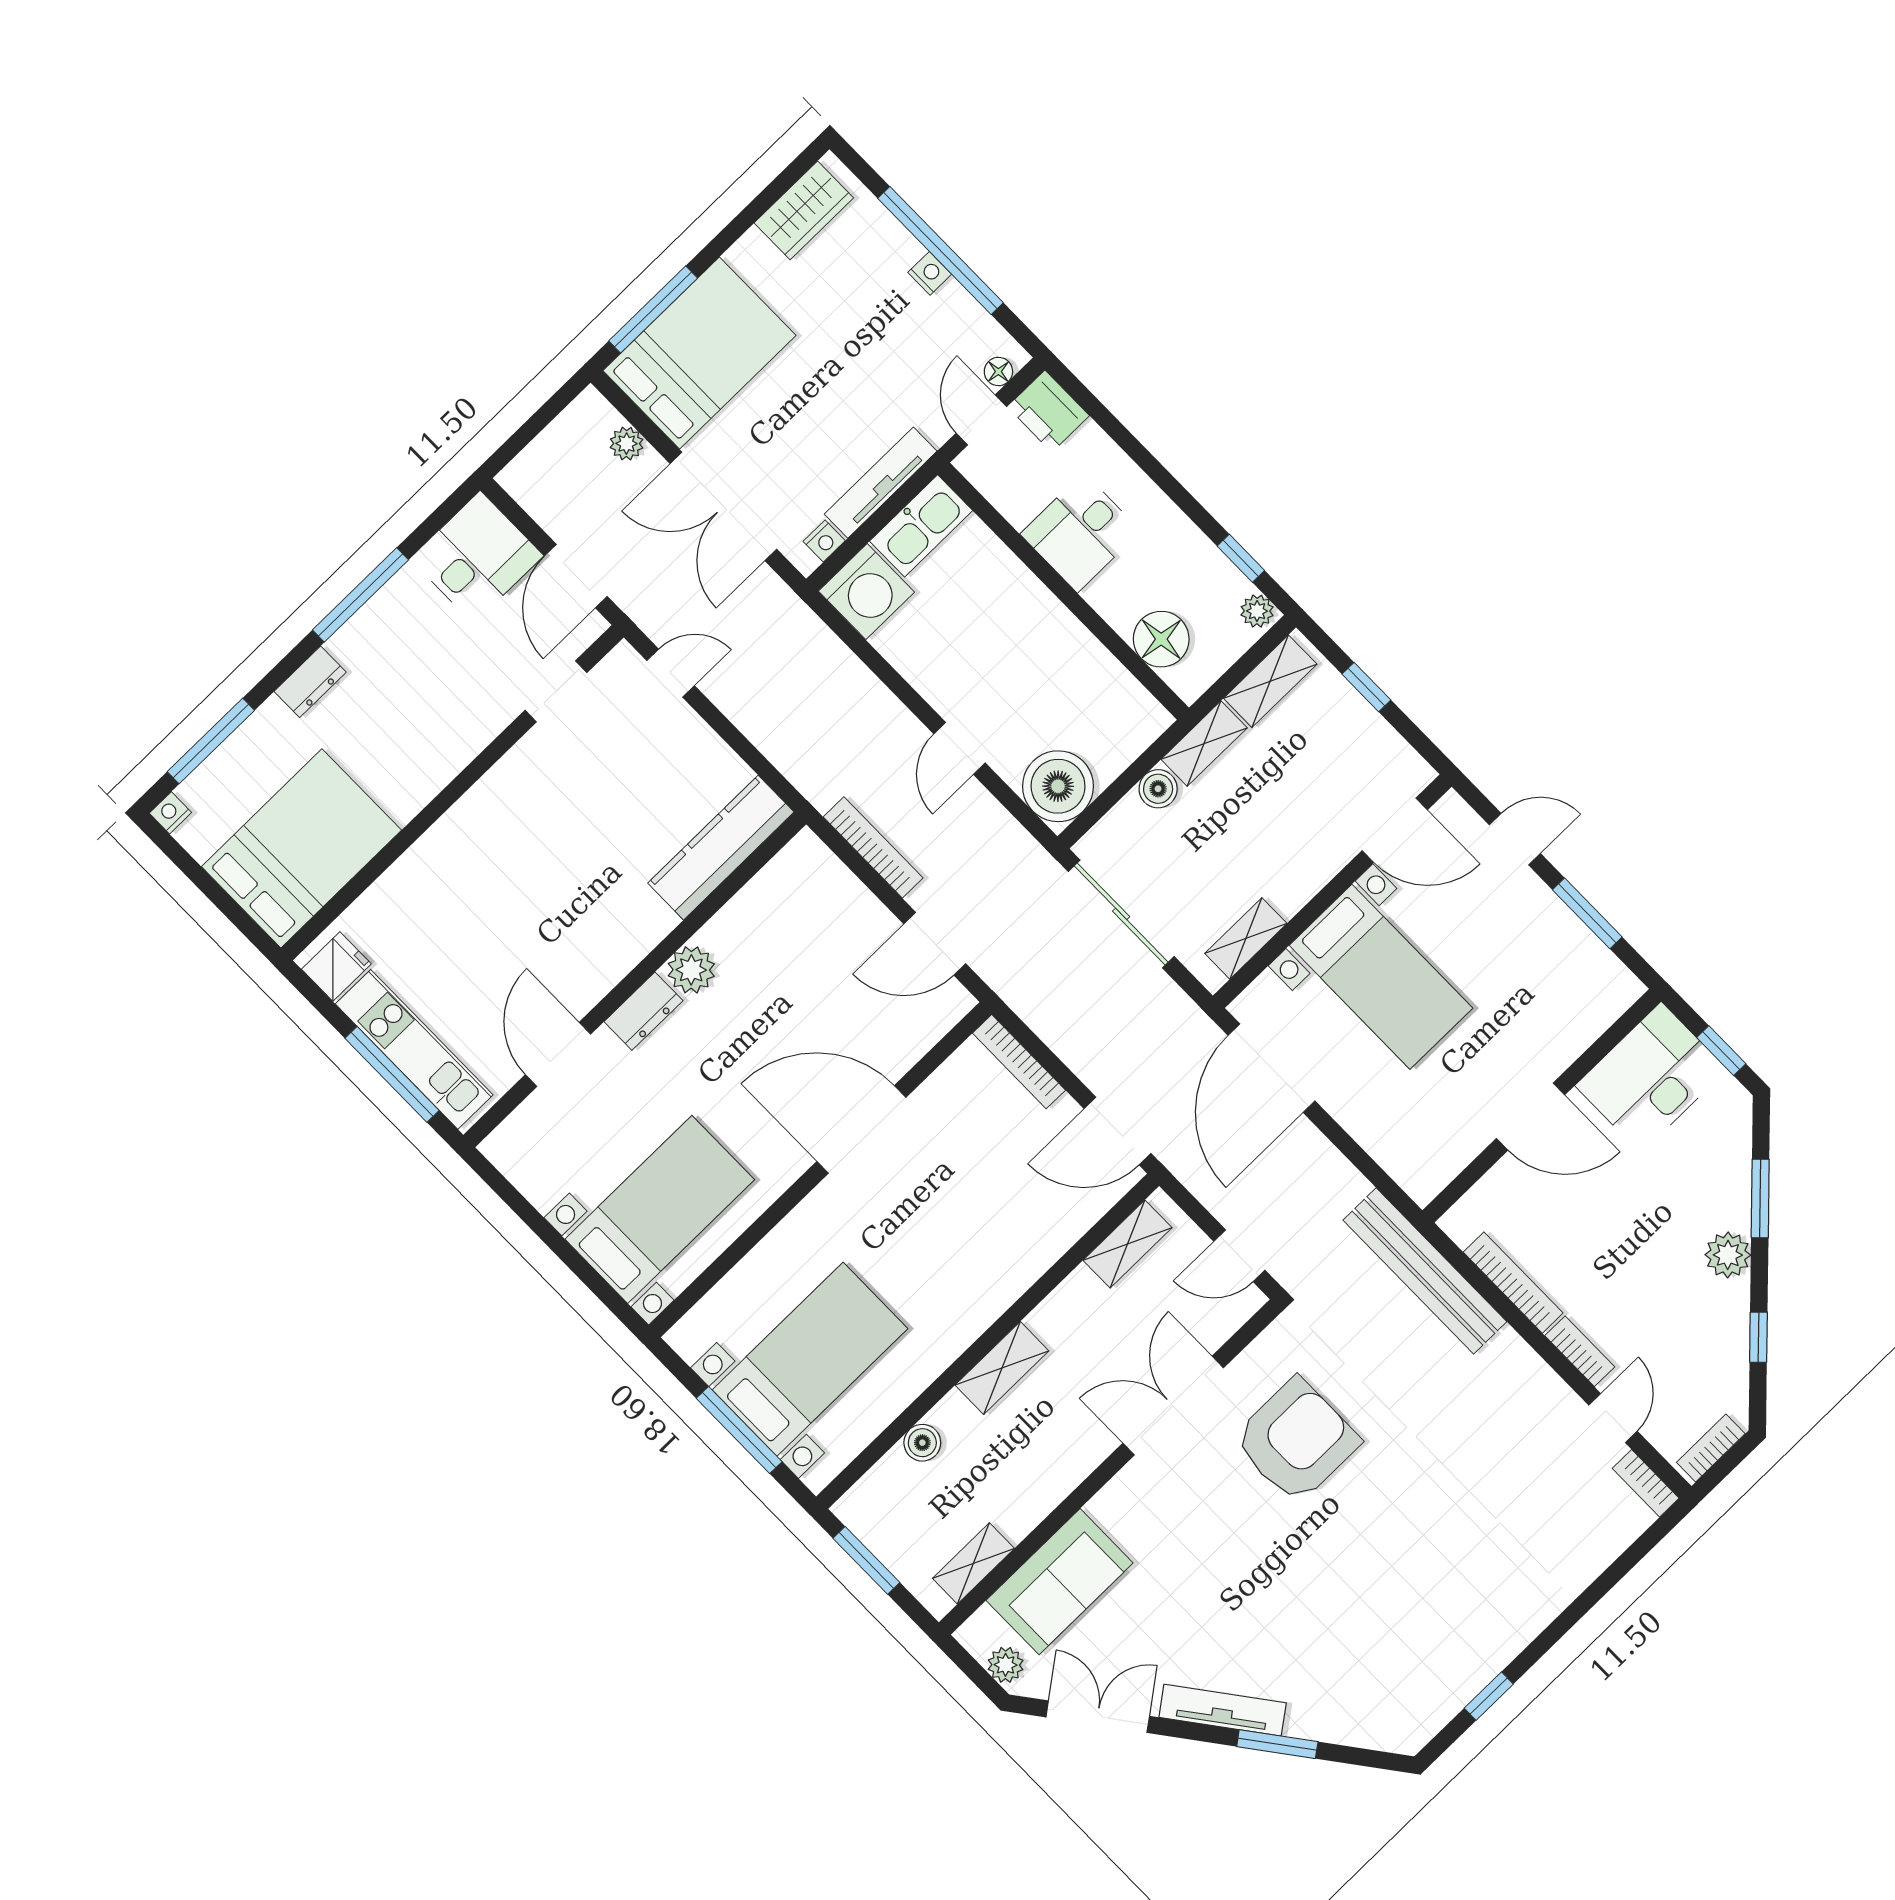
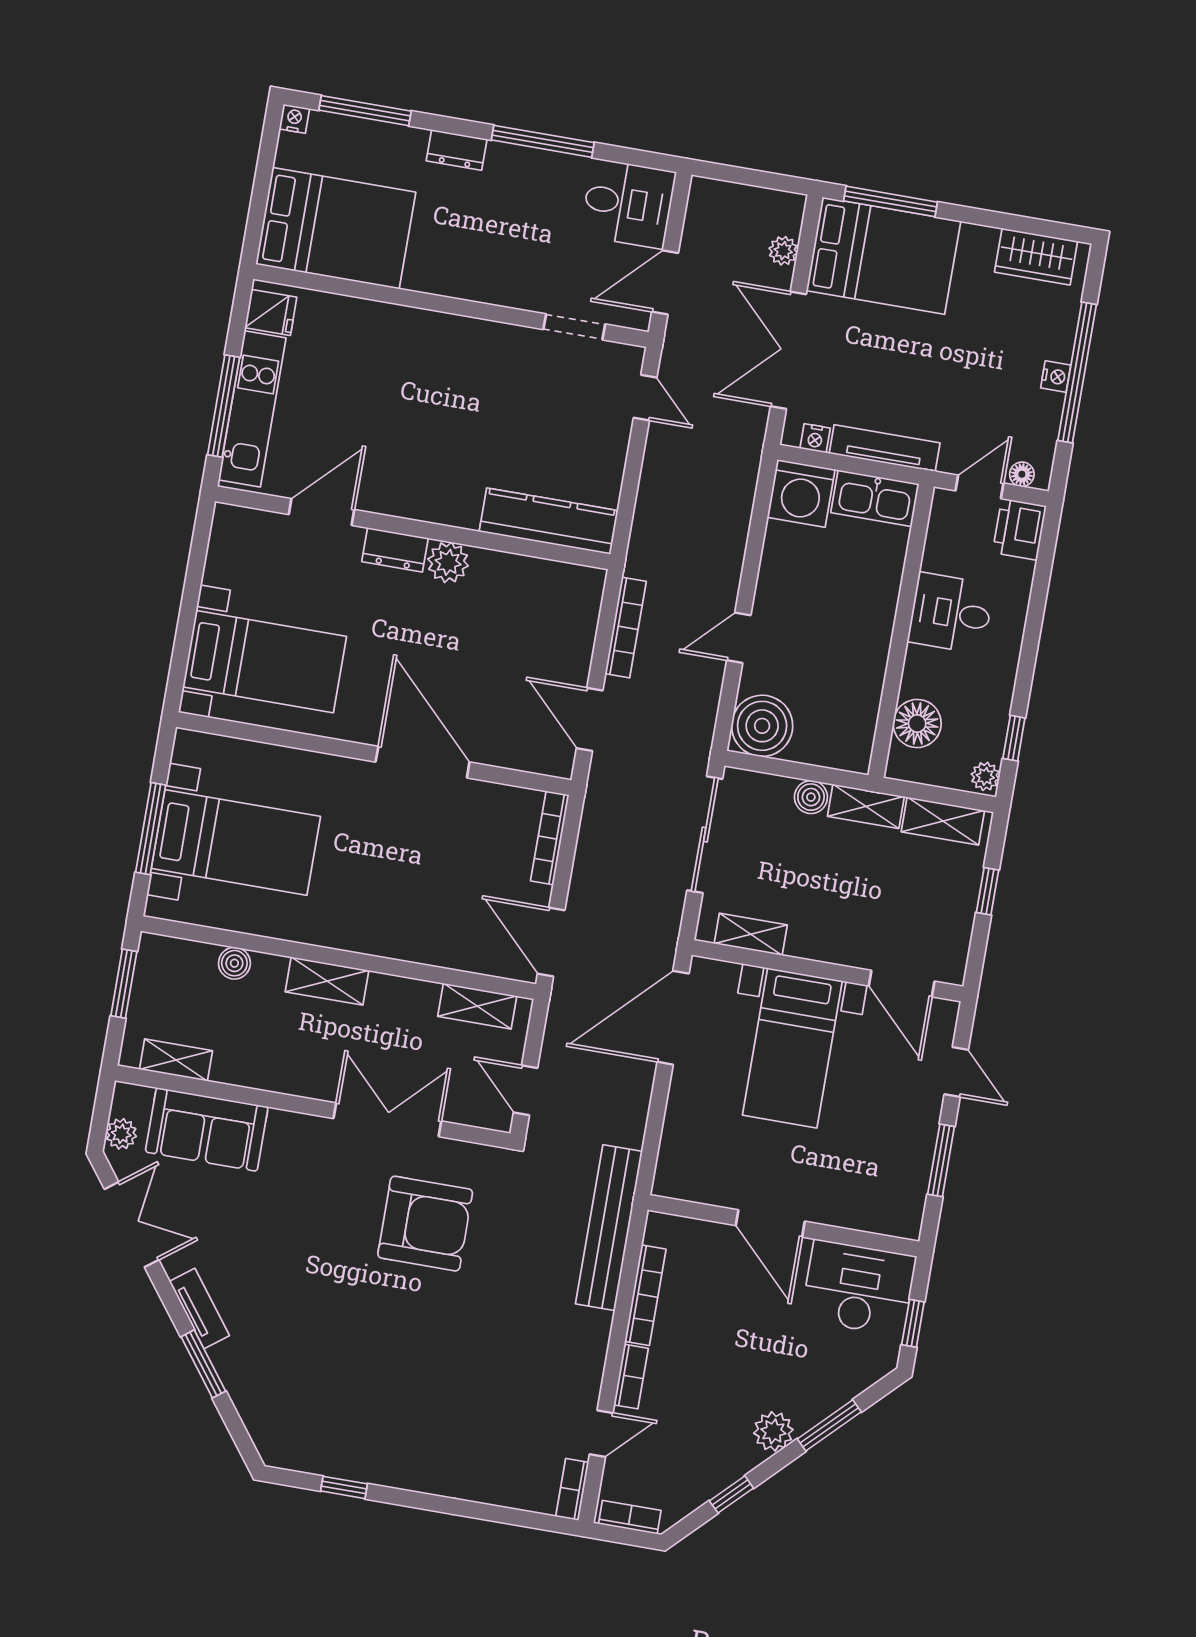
tv unit: (1223, 1710) -> (199, 1308), width x0.71

